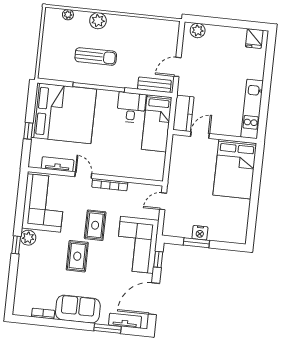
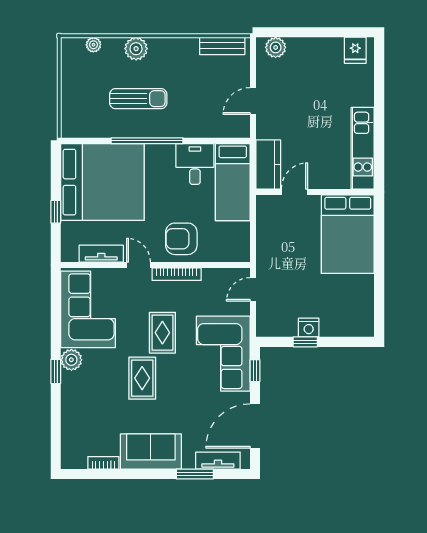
bench: (154, 85) -> (222, 46), moved
armchair: (116, 160) -> (181, 239), added
window: (196, 243) -> (305, 342), width x0.67

